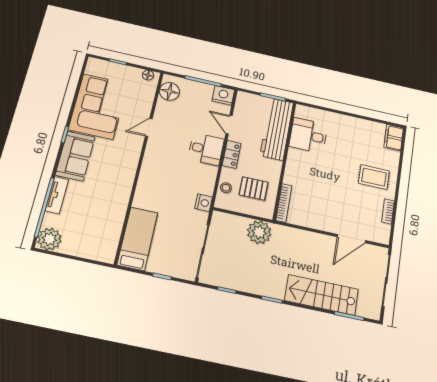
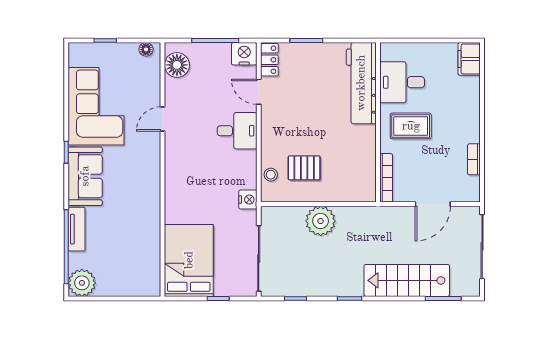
workbench: (277, 129) -> (361, 83), moved
desk: (308, 135) -> (402, 82), moved
locker: (232, 154) -> (269, 60), moved
wall: (285, 160) -> (378, 122), moved
rug: (374, 177) -> (411, 126), moved
bookcase: (284, 203) -> (386, 178), moved
bed: (138, 239) -> (189, 260), width x1.50

